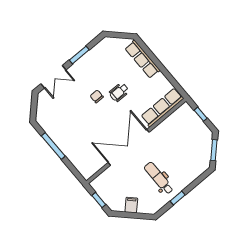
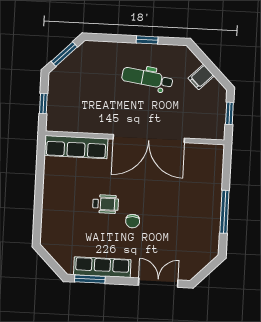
window: (79, 55) -> (90, 279), moved
row of seats: (142, 59) -> (102, 267), moved, turned -90
dental chair: (159, 178) -> (147, 78), turned 98

